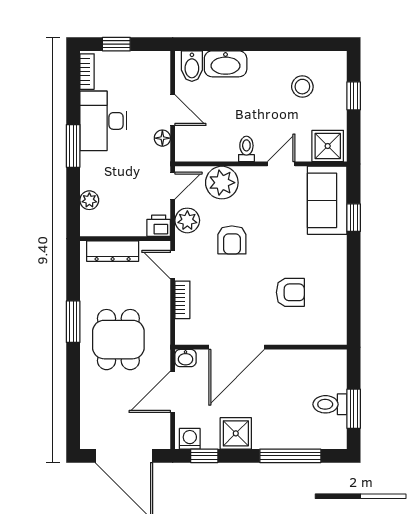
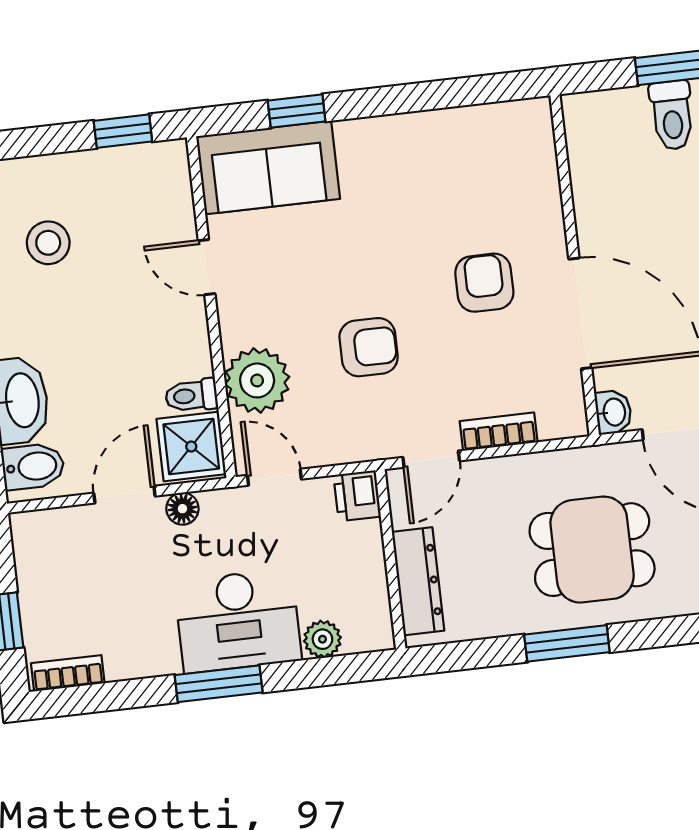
window: (354, 96) -> (123, 131), moved
desk: (103, 121) -> (238, 621), moved
shower: (328, 146) -> (191, 447), moved
toilet: (246, 149) -> (191, 396), moved
plant: (187, 220) -> (340, 440), removed
armchair: (290, 292) -> (484, 283), moved

